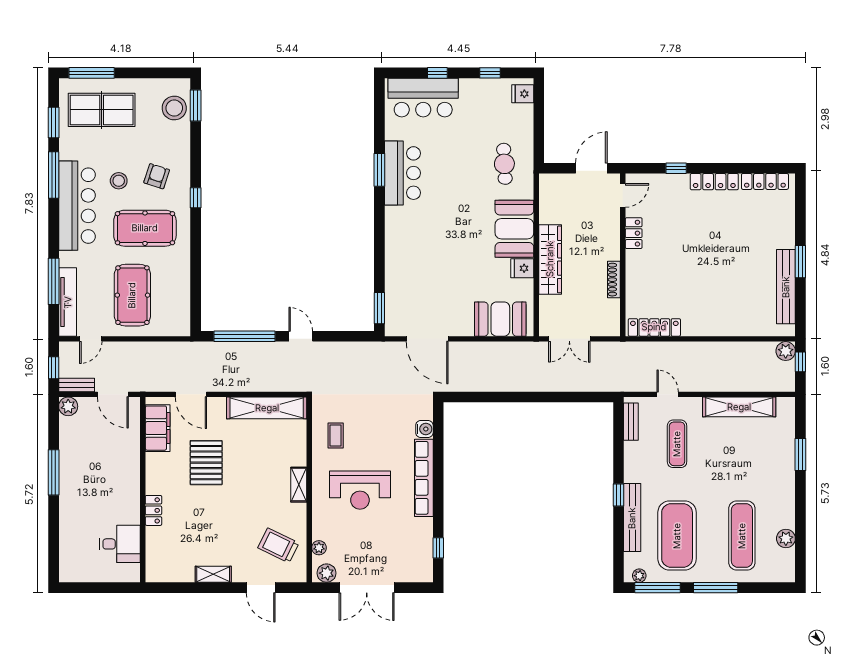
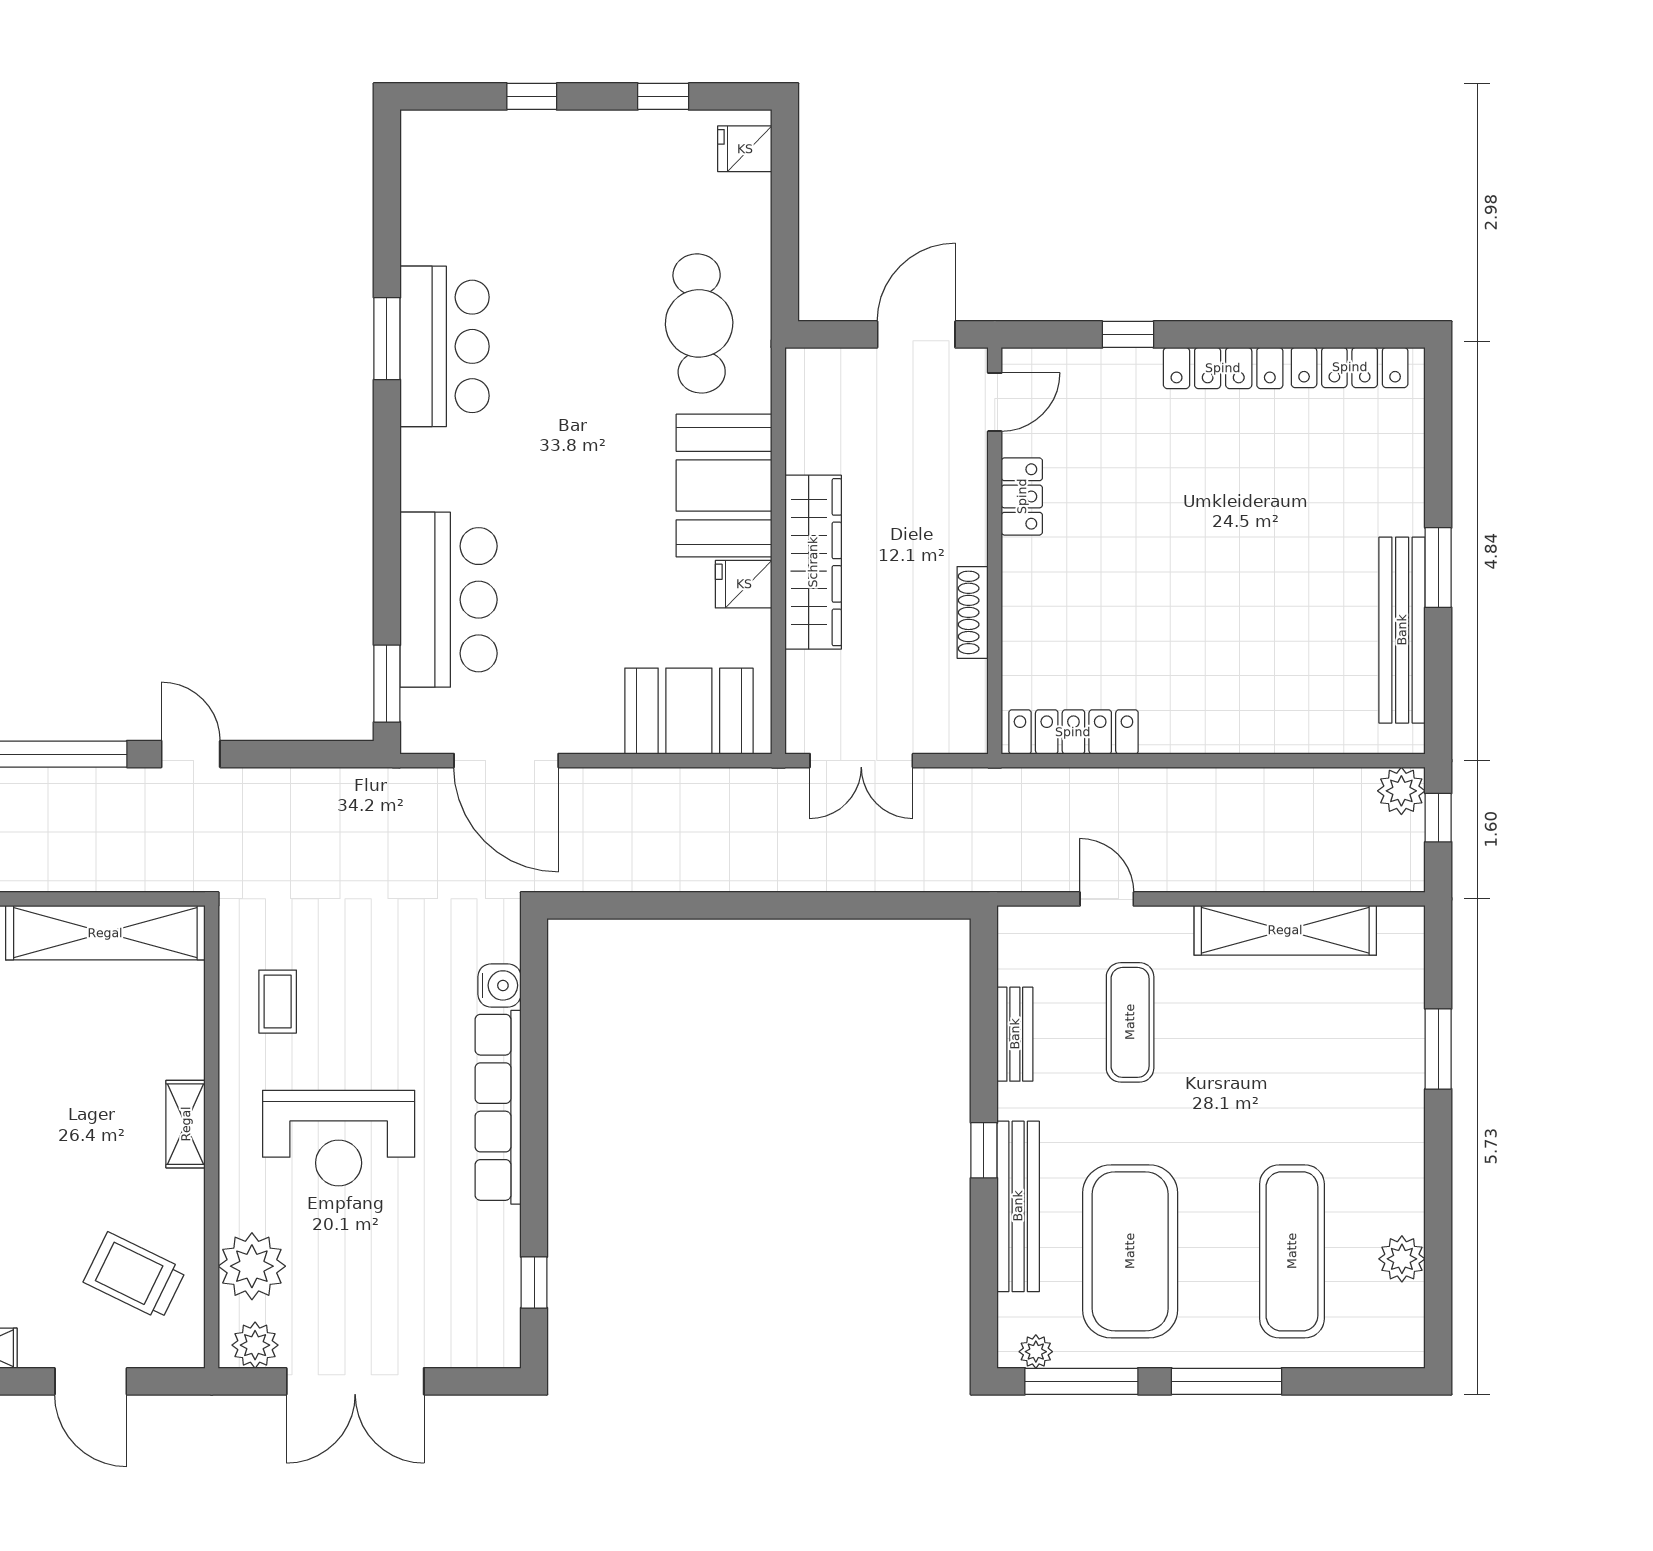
bar counter: (423, 98) -> (448, 600), moved, turned -90
cafe table: (504, 164) -> (699, 323), width x1.37, depth x1.35
bench: (631, 422) -> (1015, 1034), moved
plant: (319, 548) -> (252, 1266), width x1.88, depth x1.88

